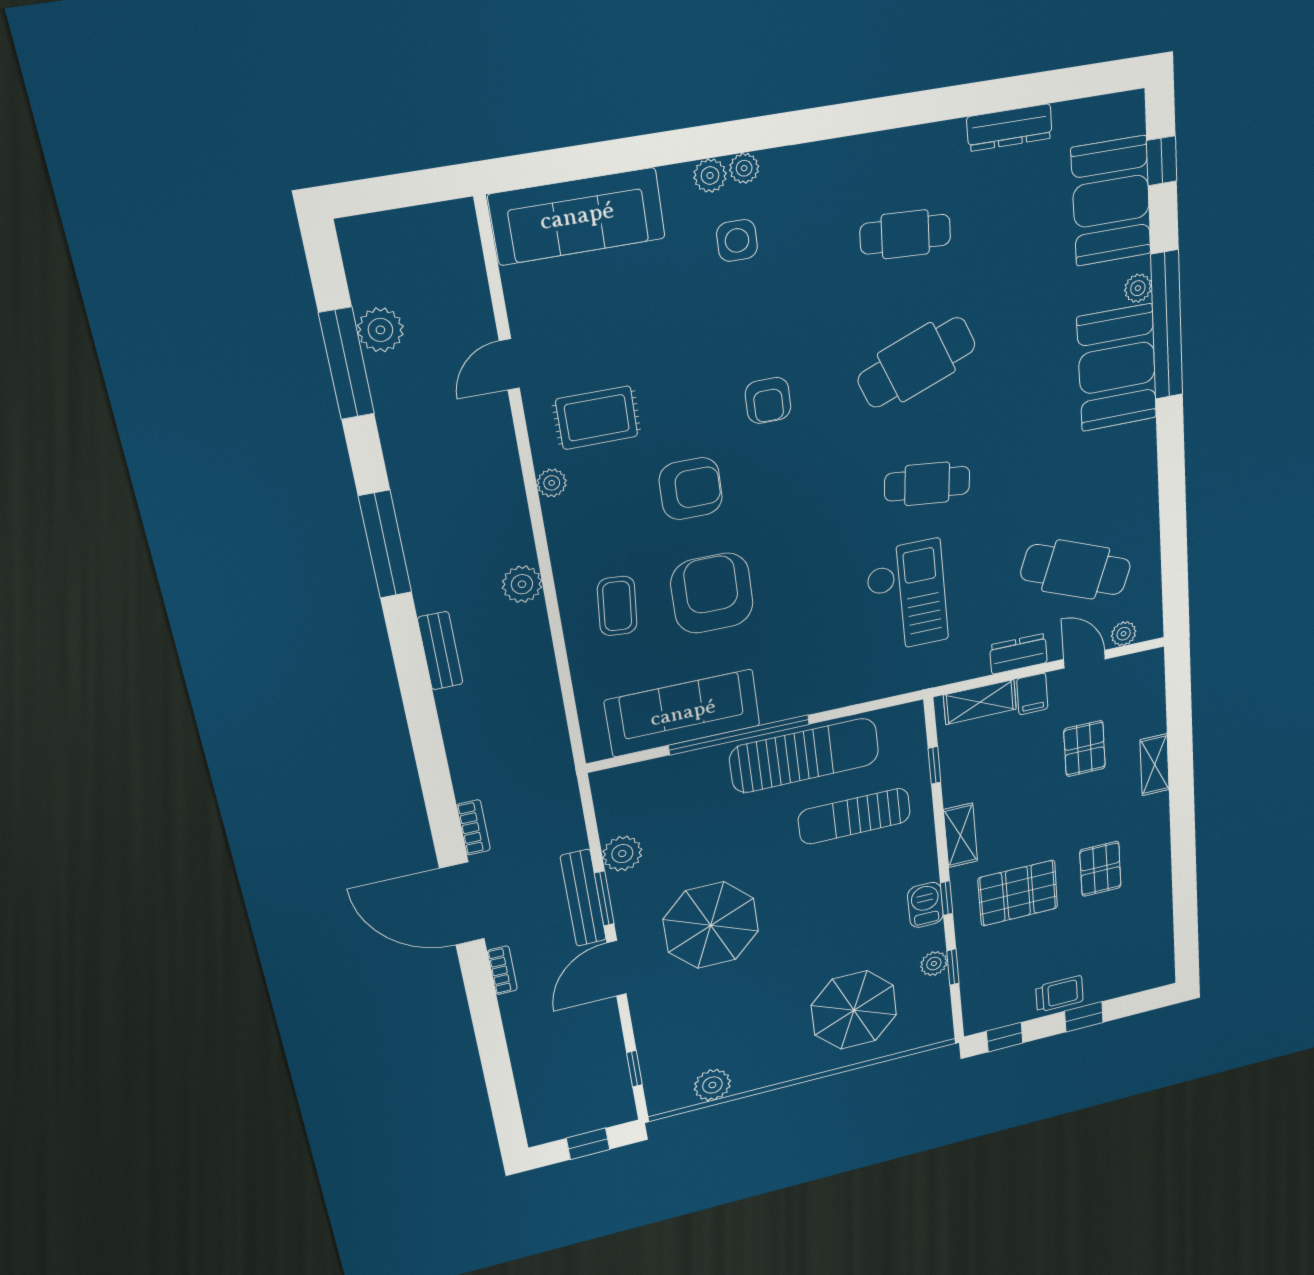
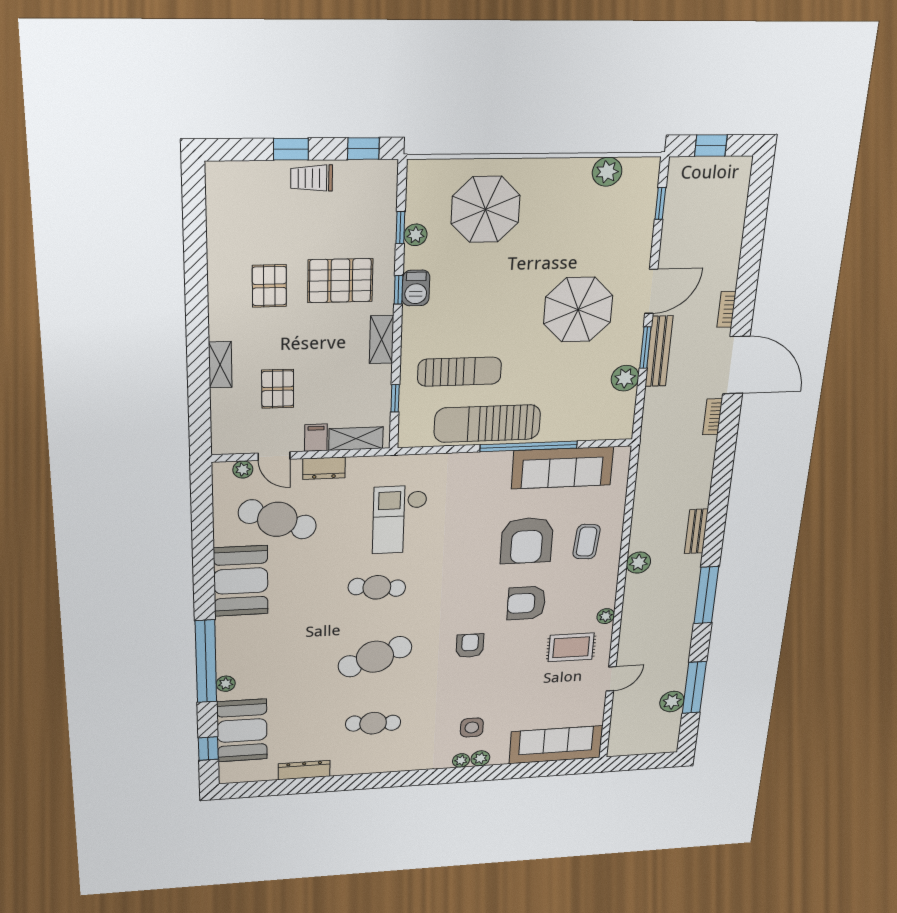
booth: (1117, 368) -> (241, 581), moved

